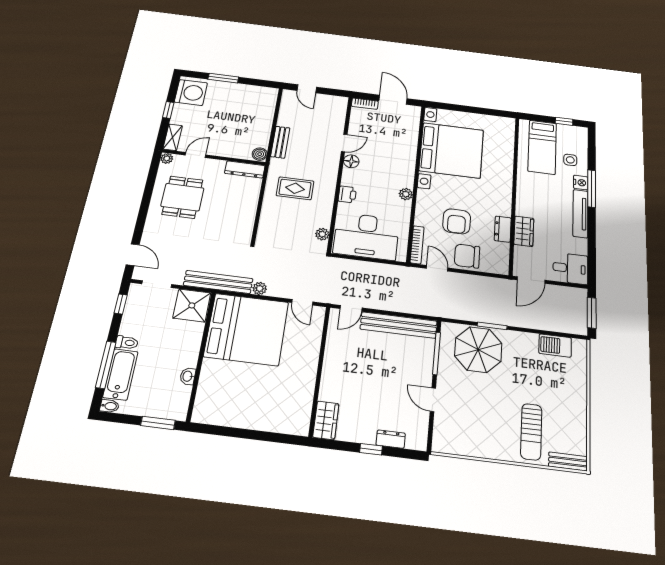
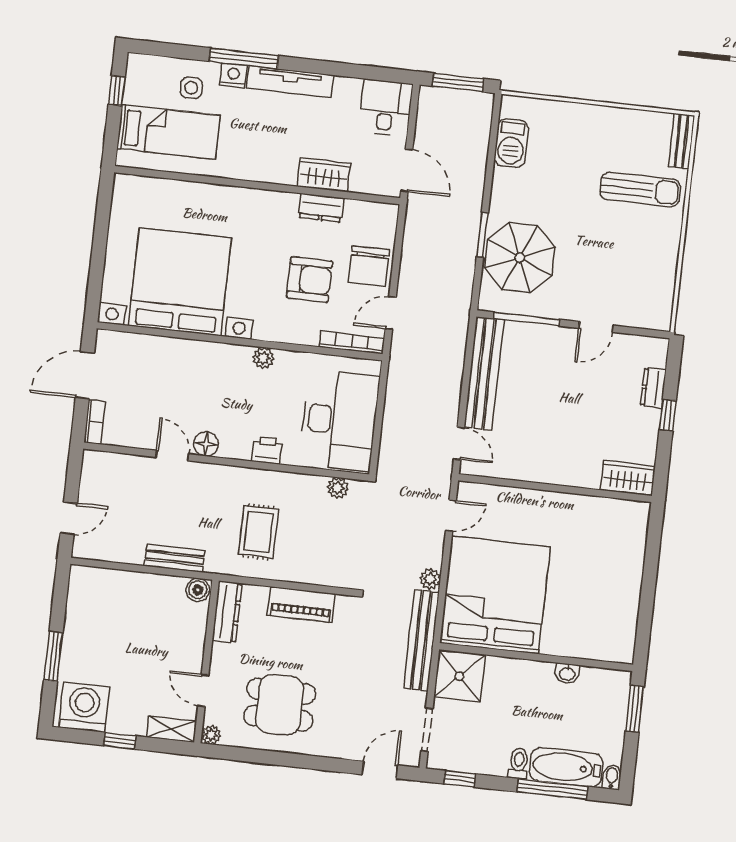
piano: (247, 211) -> (301, 604), added

